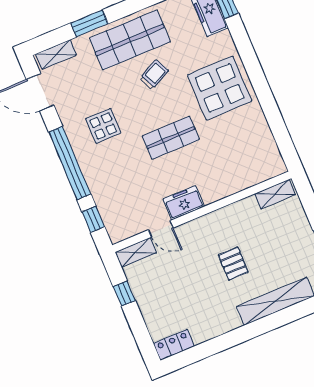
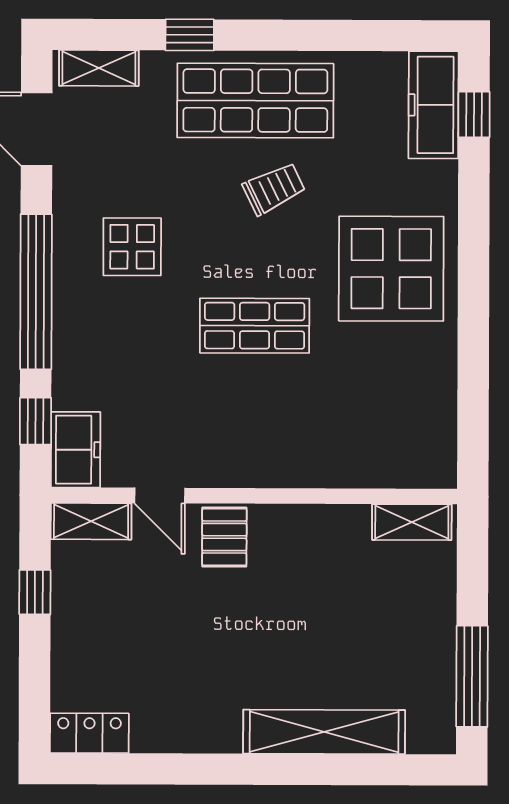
window: (89, 23) -> (190, 35), width x0.67
freezer: (184, 203) -> (76, 450), moved, turned 90
pallet: (233, 264) -> (224, 537), moved

